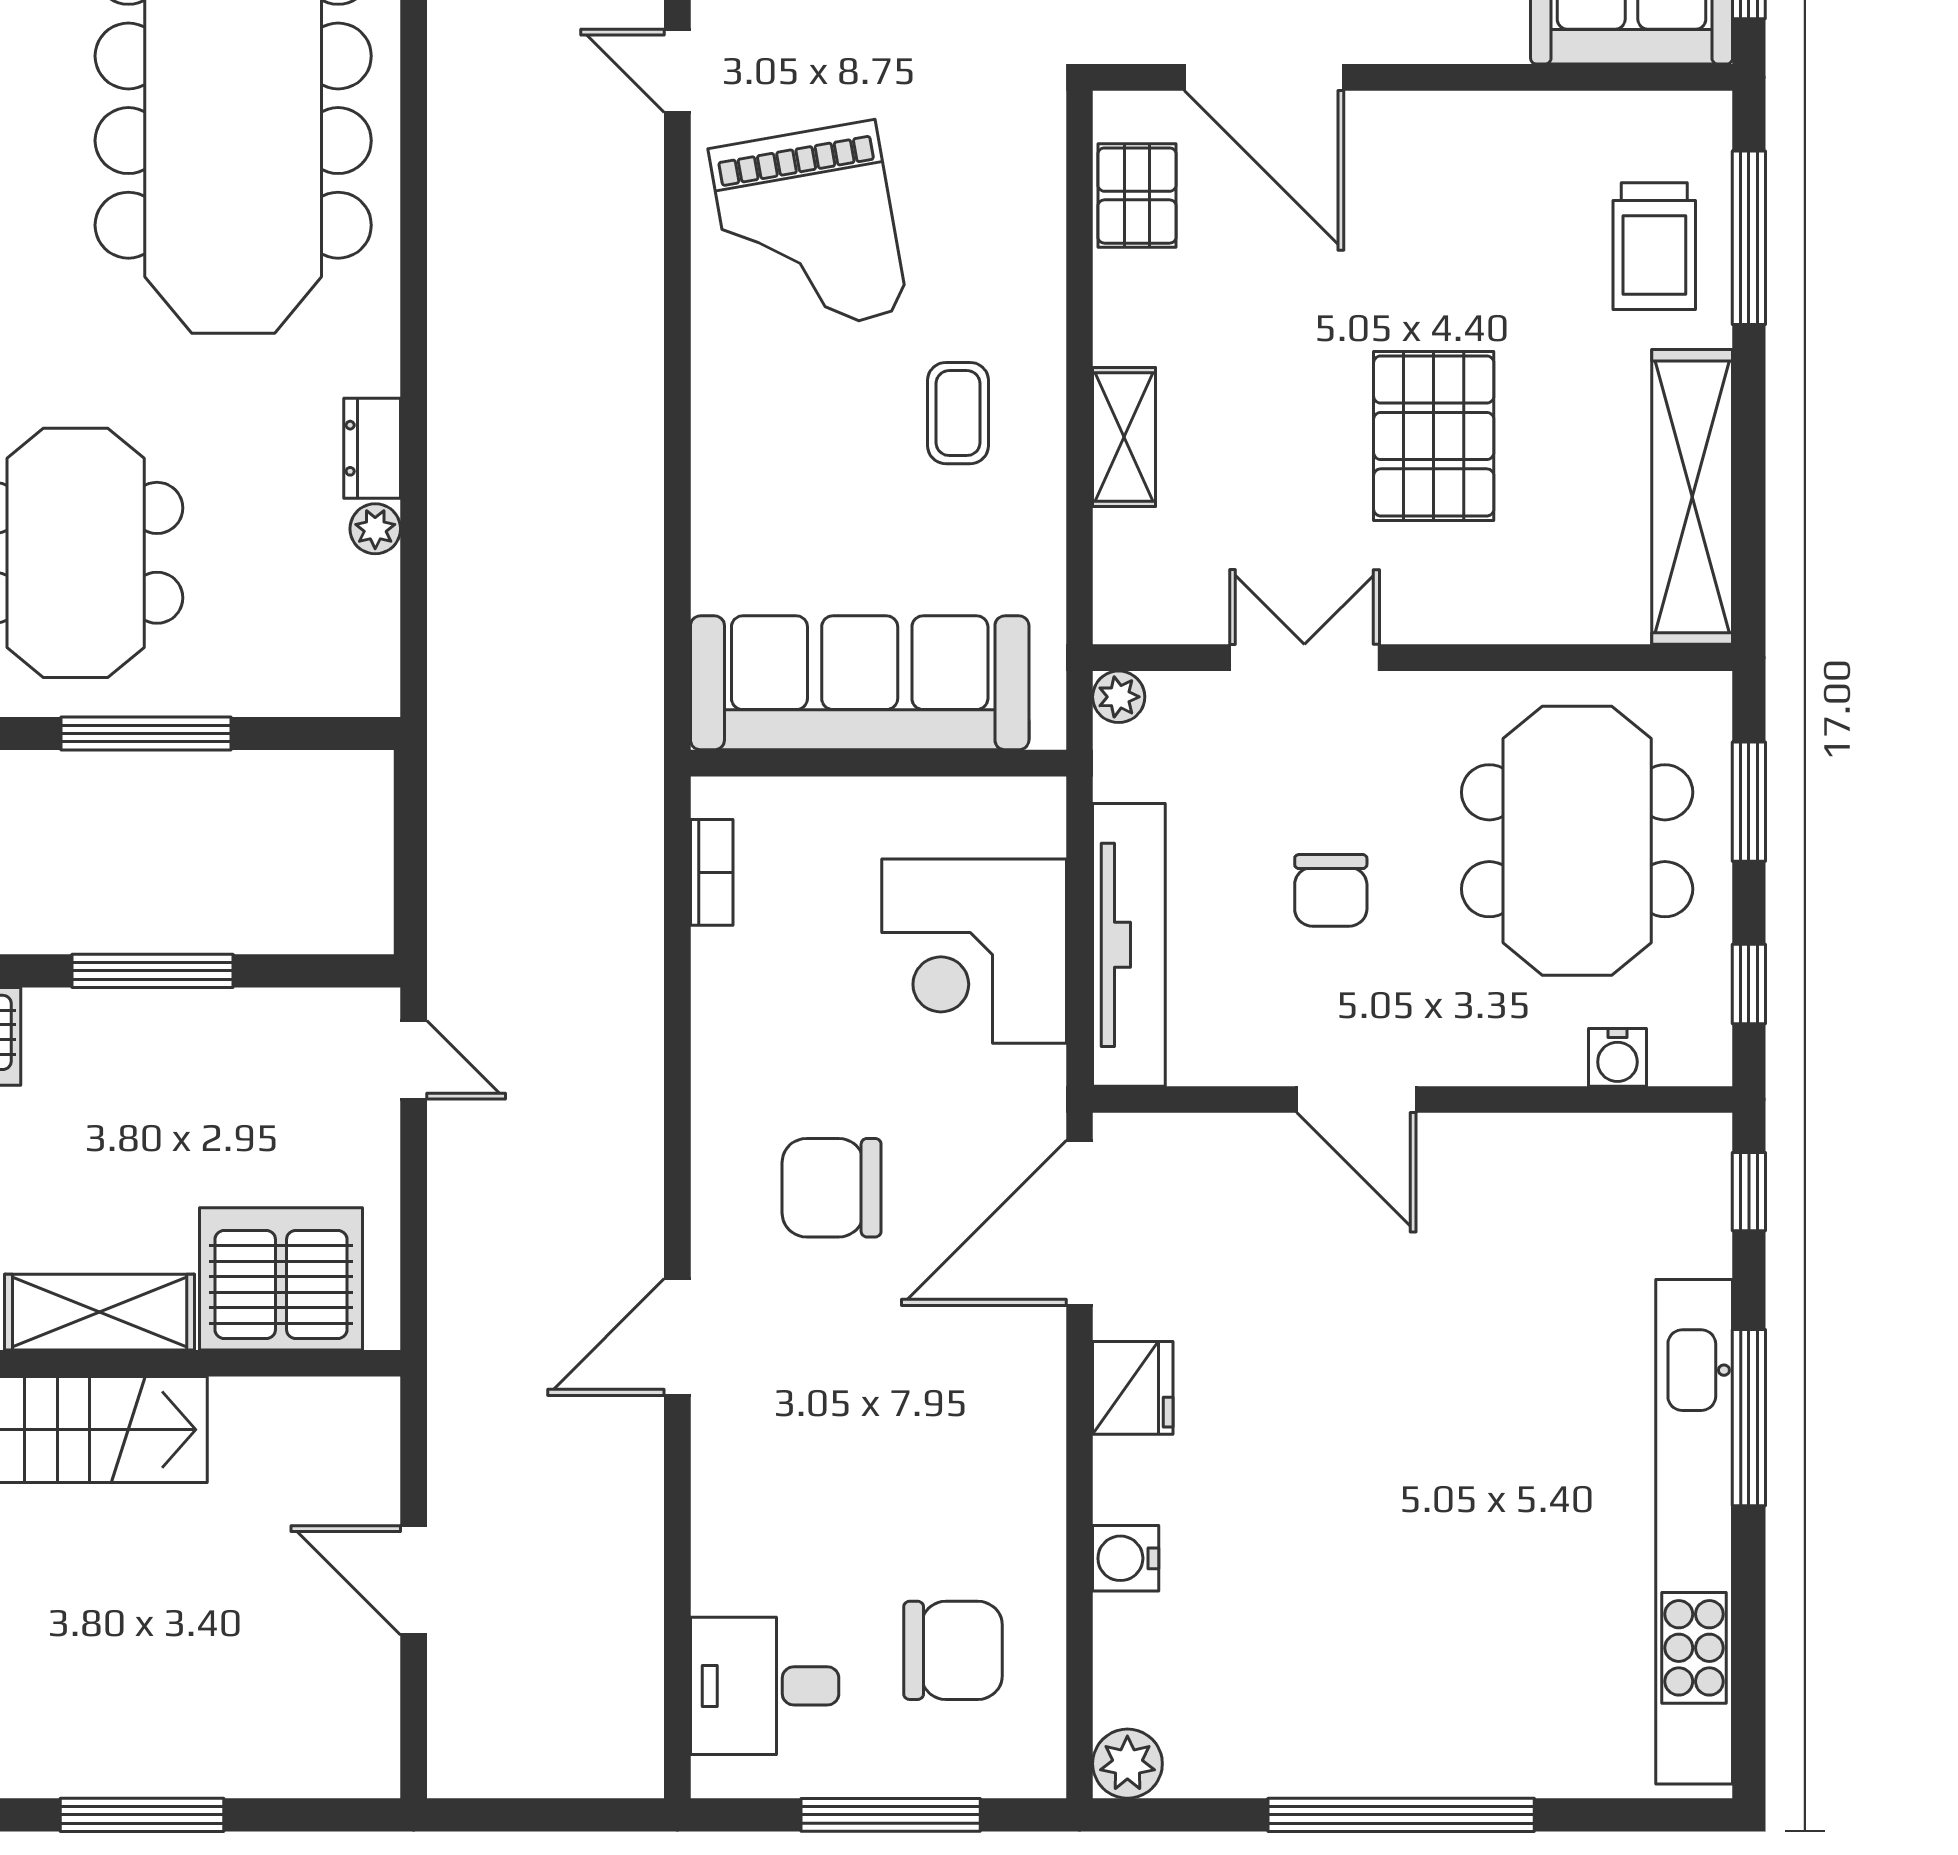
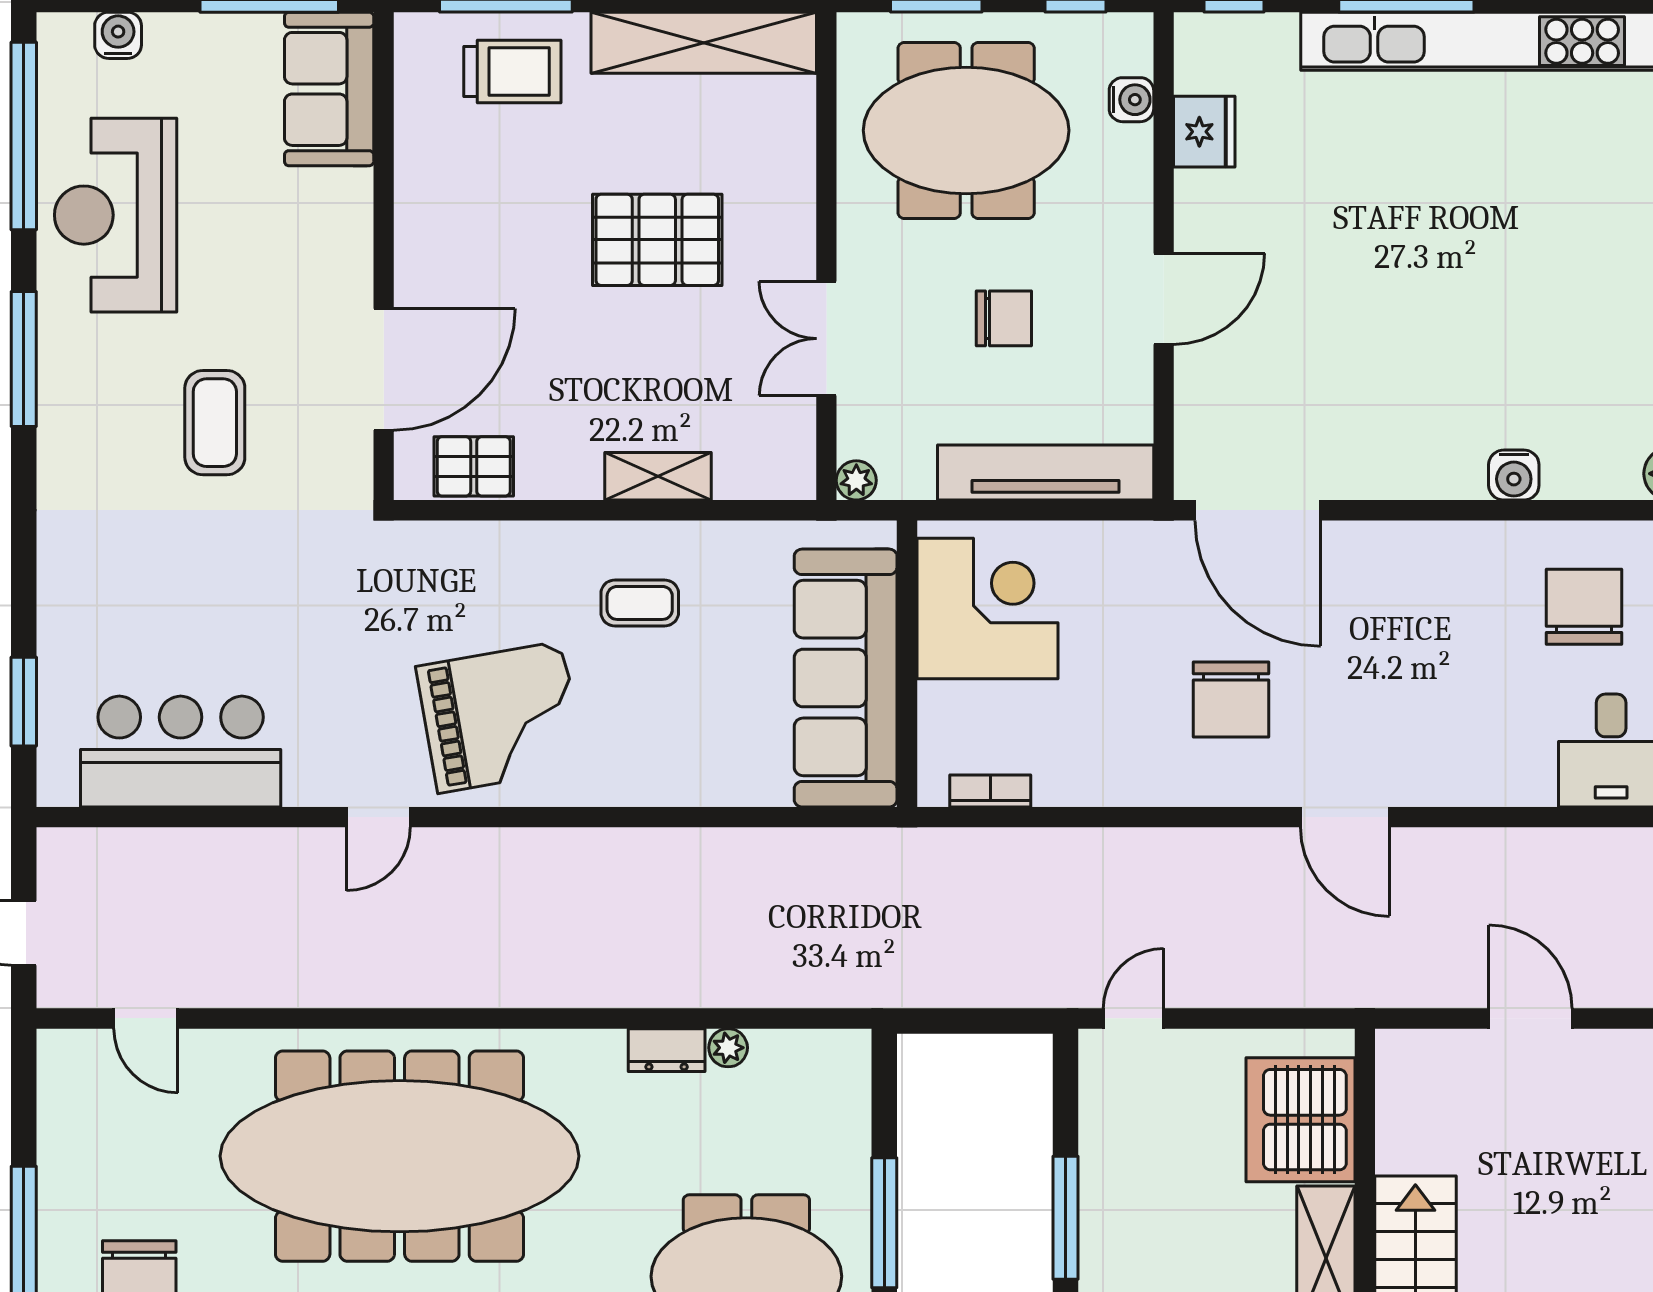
corner desk: (974, 951) -> (987, 609), moved, turned -90
fridge: (1133, 1388) -> (1204, 132), moved, turned 90
door: (414, 1580) -> (1531, 1018), swing flipped

